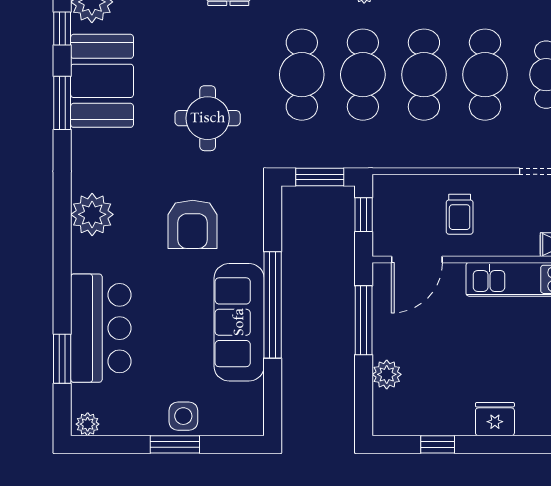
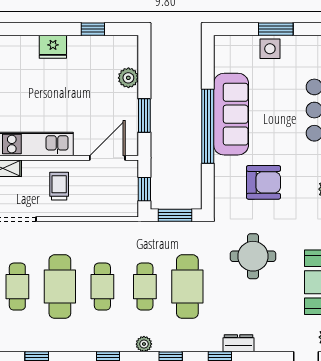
cafe table: (363, 75) -> (145, 287), width x0.73, depth x0.74
cafe table: (424, 75) -> (102, 287), width x0.73, depth x0.74
trolley: (460, 214) -> (59, 186), moved
armchair: (193, 224) -> (264, 182), turned 90
window: (364, 320) -> (144, 115), width x0.69

